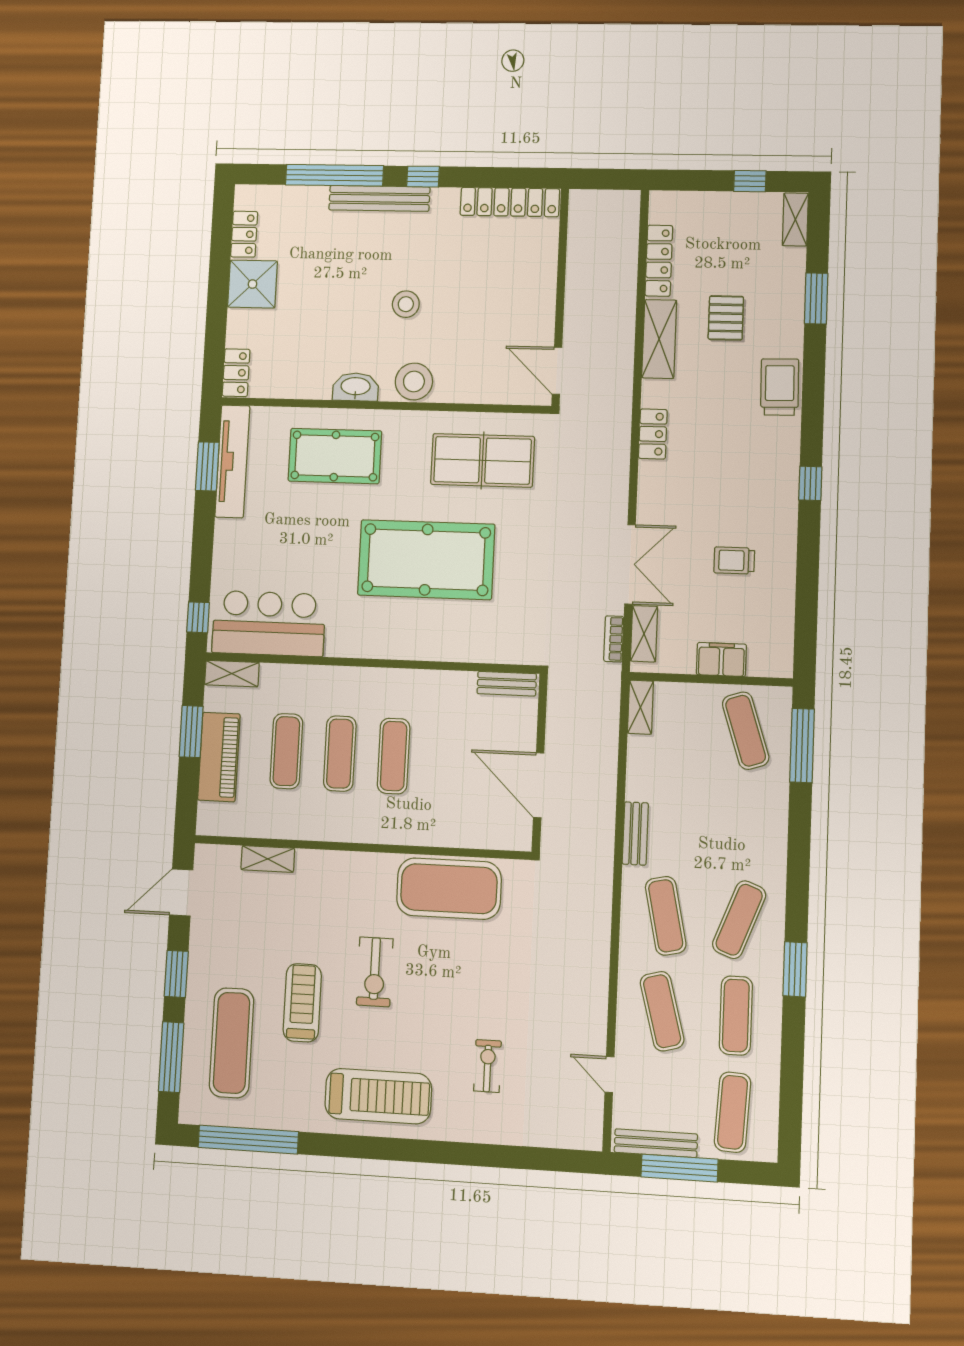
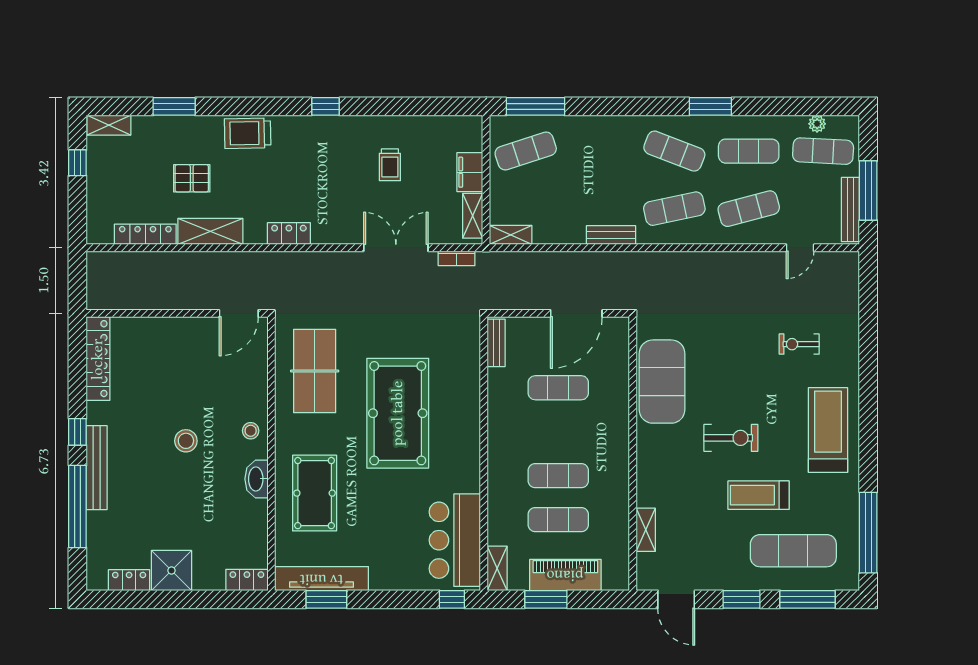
stool: (414, 381) -> (251, 431), width x0.53, depth x0.53
shelving: (644, 634) -> (473, 216), moved, turned 90
exercise mat: (394, 756) -> (558, 388), moved
plant: (768, 1107) -> (817, 124), added

